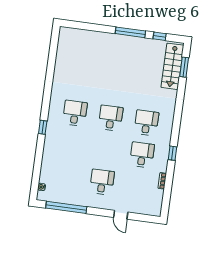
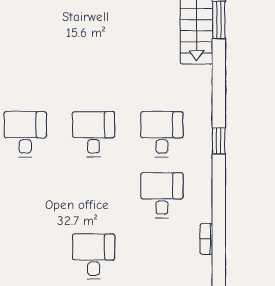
window: (173, 153) -> (219, 141), moved

